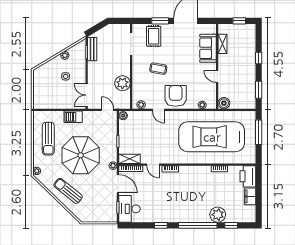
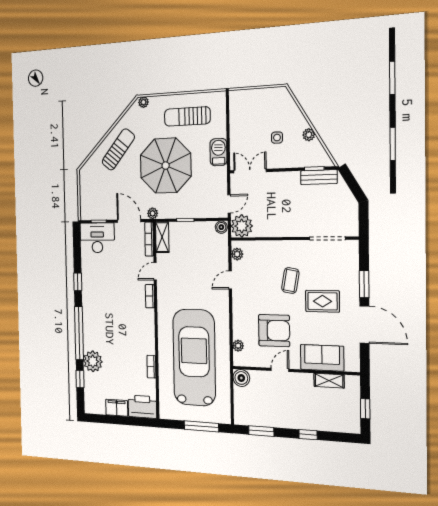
rug: (154, 36) -> (322, 301), moved
plant: (122, 83) -> (242, 226), moved
armchair: (176, 96) -> (274, 331), moved
door: (118, 184) -> (129, 221), swing flipped

